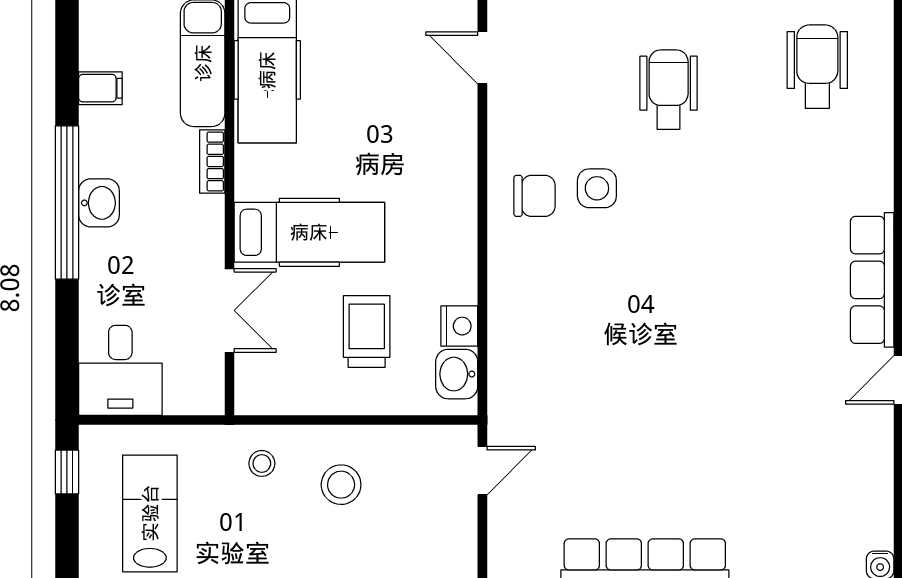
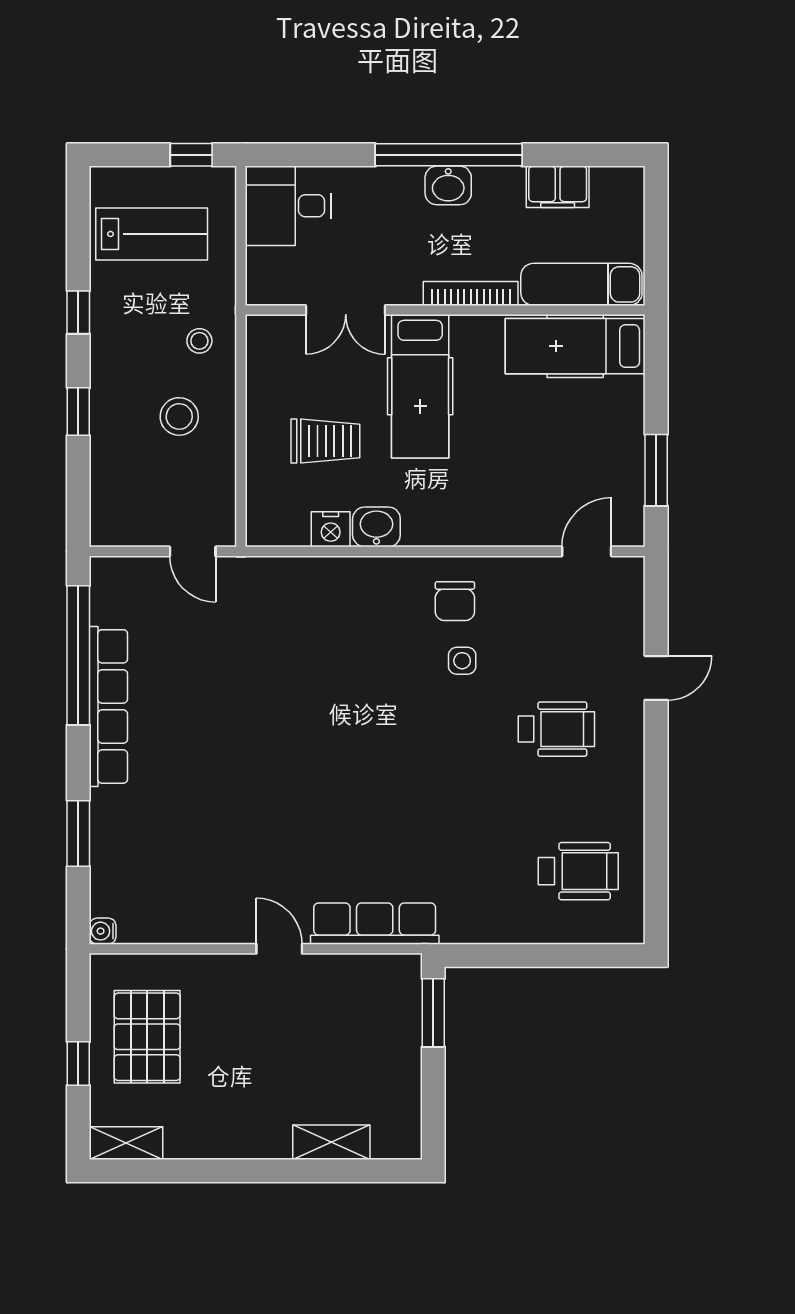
filing cabinet: (100, 88) -> (558, 187), width x2.00
bookcase: (212, 161) -> (471, 293), width x1.56
side table: (597, 188) -> (462, 661), width x0.73, depth x0.73
washbasin: (457, 374) -> (376, 527), moved

